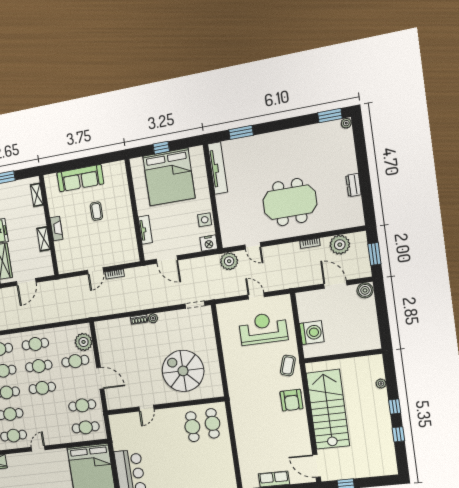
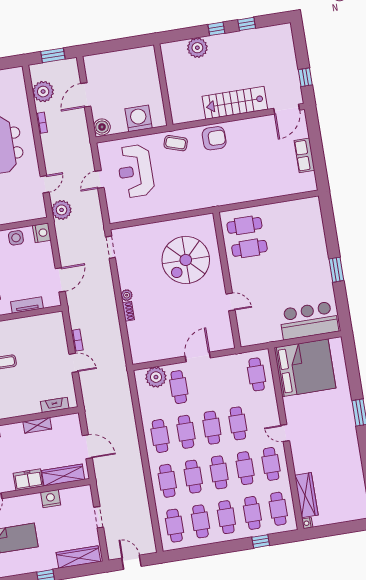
fireplace: (56, 229) -> (55, 405), moved
boiler: (365, 290) -> (102, 127), moved
plant: (381, 384) -> (197, 48), width x1.87, depth x1.87
cafe table: (82, 405) -> (238, 423), moved
stairs: (328, 409) -> (235, 103), width x0.73, depth x0.66

